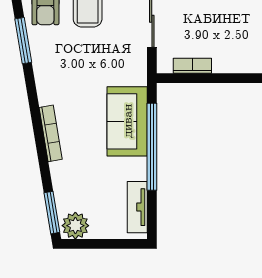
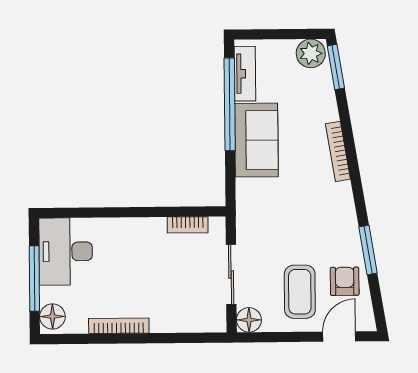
sofa: (127, 121) -> (256, 140), moved
window: (152, 147) -> (230, 104), moved

